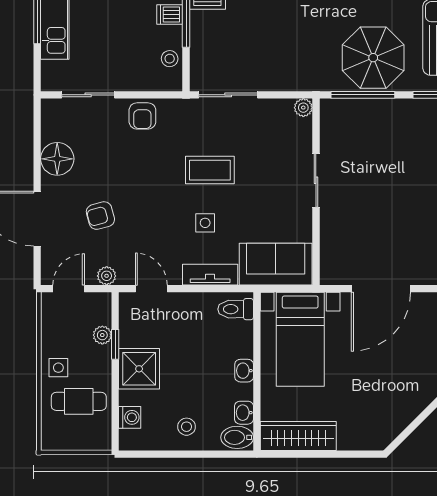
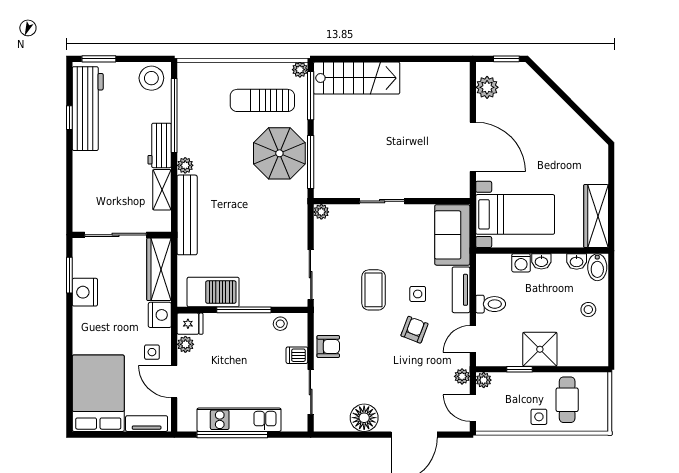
dishwasher: (170, 15) -> (297, 355), moved, turned 90
armchair: (100, 216) -> (414, 330), moved, turned -144
toilet: (236, 309) -> (491, 304), moved, turned -90
plant: (102, 335) -> (484, 380), moved
washing machine: (130, 417) -> (521, 263), moved, turned 180

